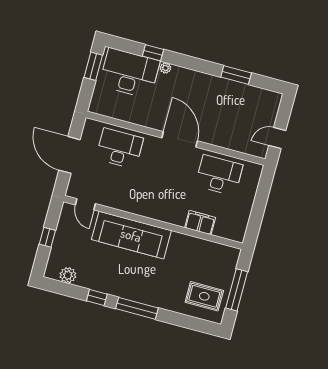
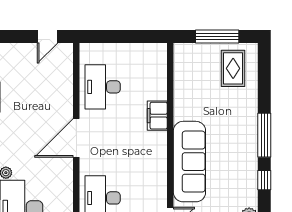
door: (277, 138) -> (48, 36), hinge flipped
filing cabinet: (200, 223) -> (157, 116), moved

